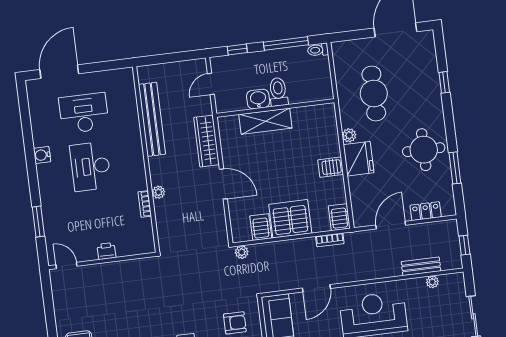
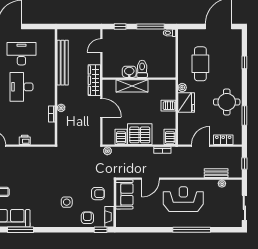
toilet: (278, 92) -> (142, 69), moved
washbasin: (258, 99) -> (129, 72), moved
wall: (275, 108) -> (139, 79), moved
shelving: (265, 121) -> (132, 86), moved

